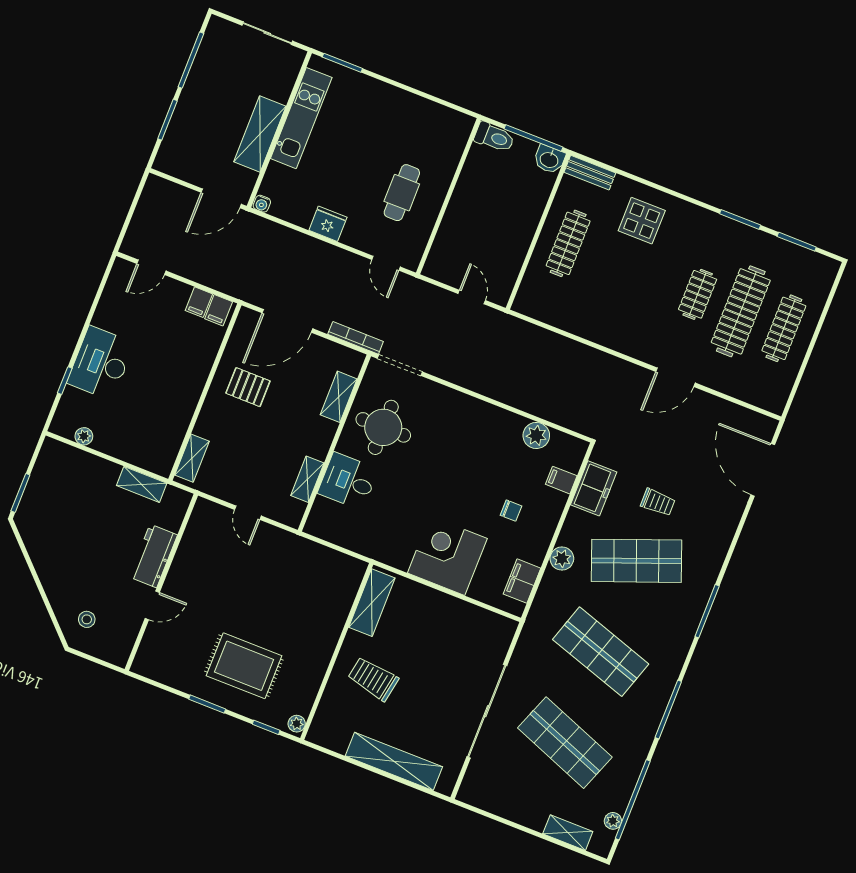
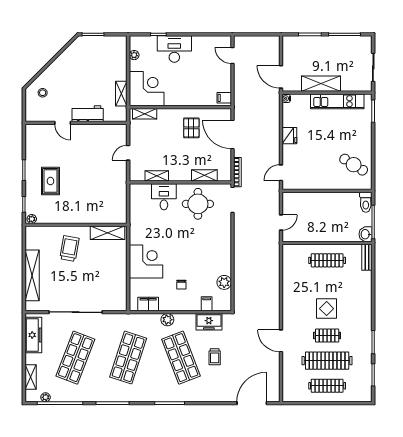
cafe table: (402, 193) -> (354, 165), moved, turned 32
display table: (642, 221) -> (327, 309), moved
filing cabinet: (199, 302) -> (224, 86), removed
corner desk: (150, 438) -> (147, 89), added
rug: (244, 666) -> (50, 181), width x0.73, depth x0.70
freezer: (497, 800) -> (33, 335), added

